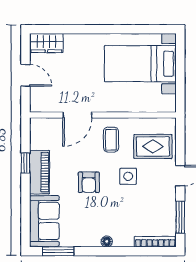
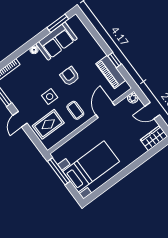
window: (180, 85) -> (59, 171), added
plant: (37, 105) -> (133, 98), added
piano: (40, 172) -> (111, 72), moved
sofa: (44, 221) -> (57, 41), moved, turned -90

